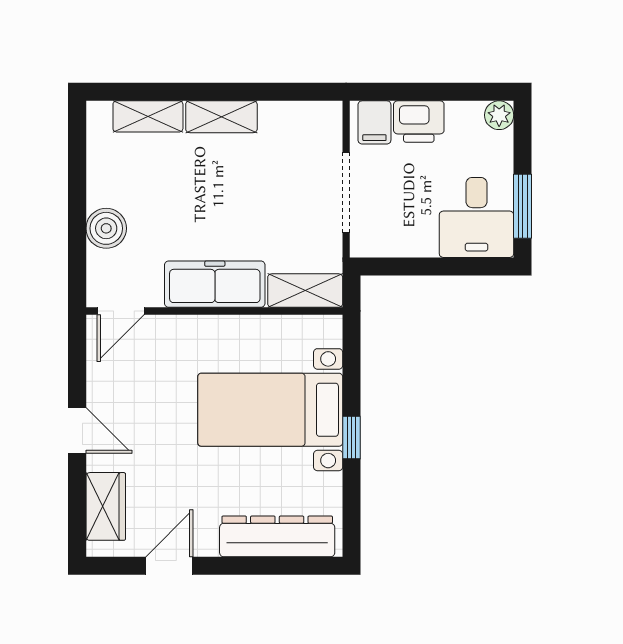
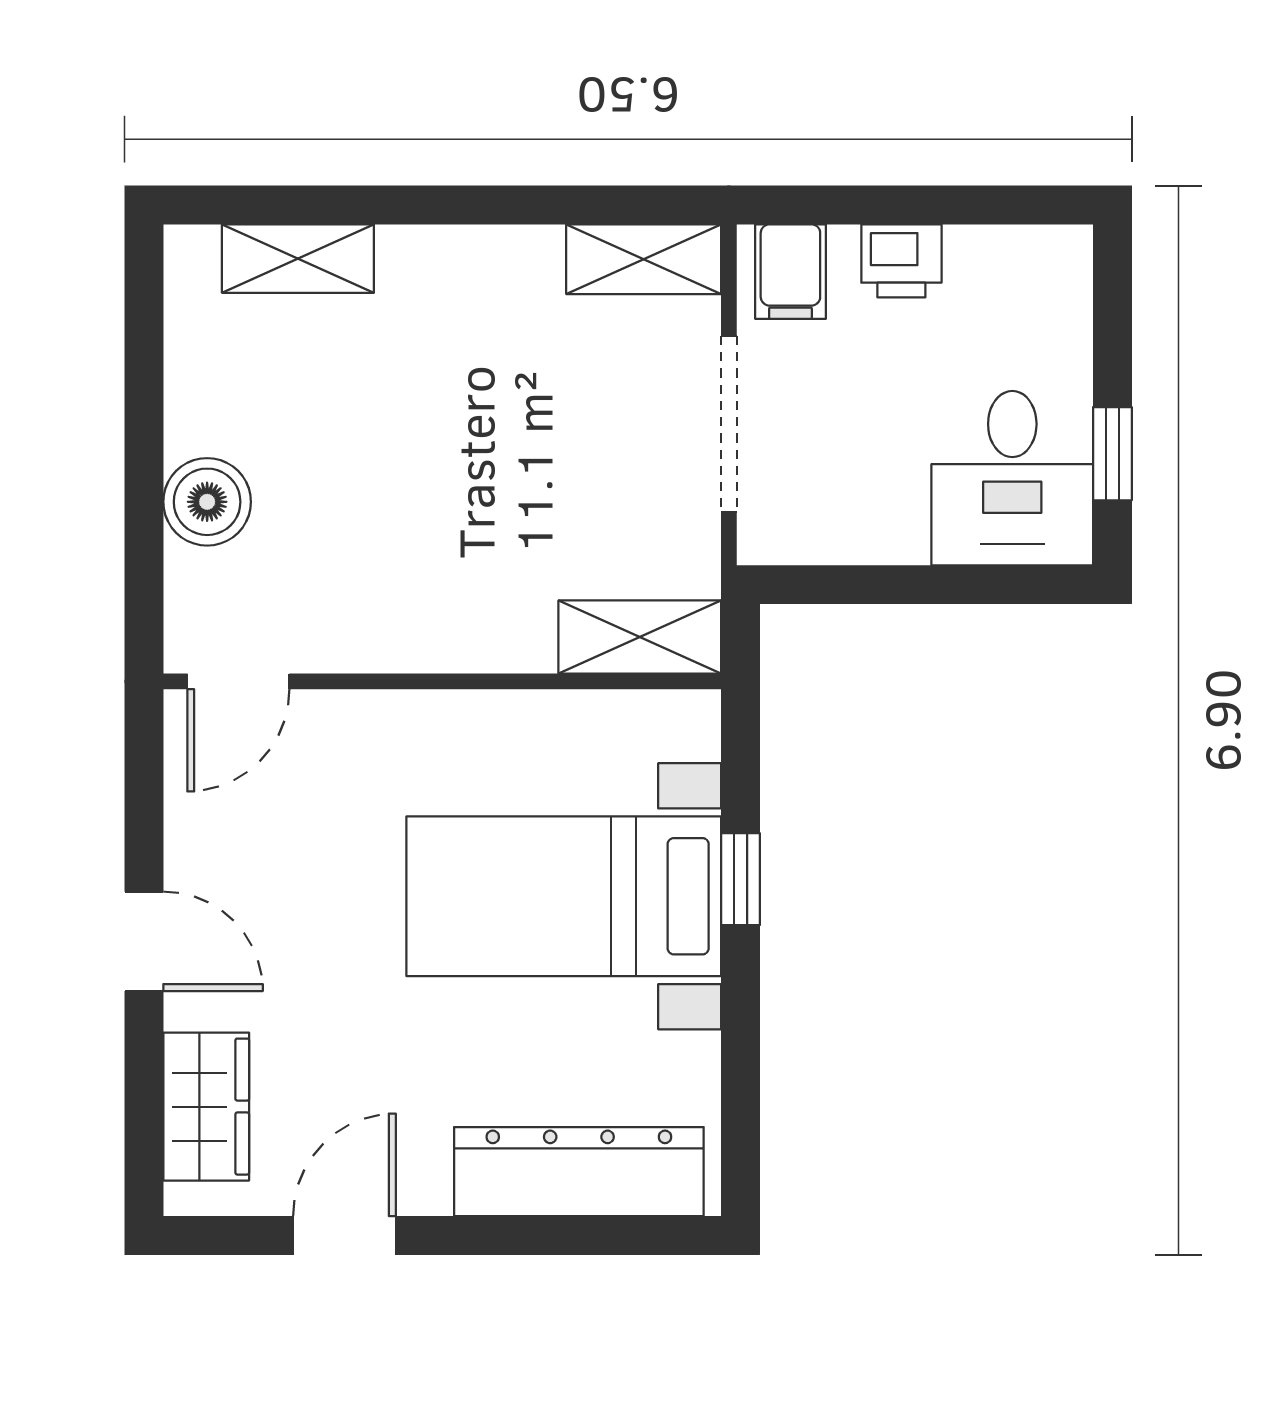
plant: (499, 115) -> (1062, 256), removed
shelving: (221, 117) -> (644, 259), moved
printer: (419, 122) -> (901, 261), width x0.73, depth x0.81
window: (523, 206) -> (1112, 454), width x0.67
freezer: (215, 284) -> (443, 623), removed
window: (352, 438) -> (741, 879), moved

